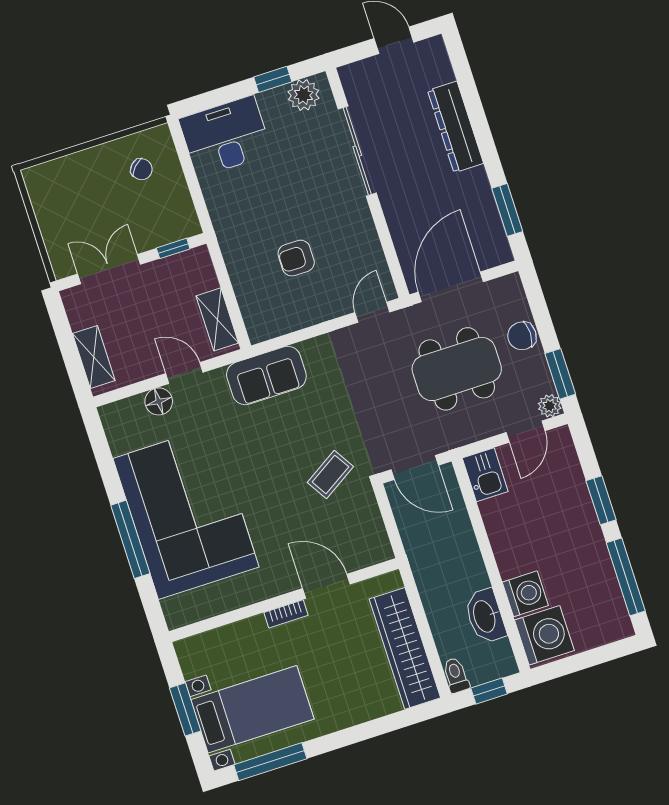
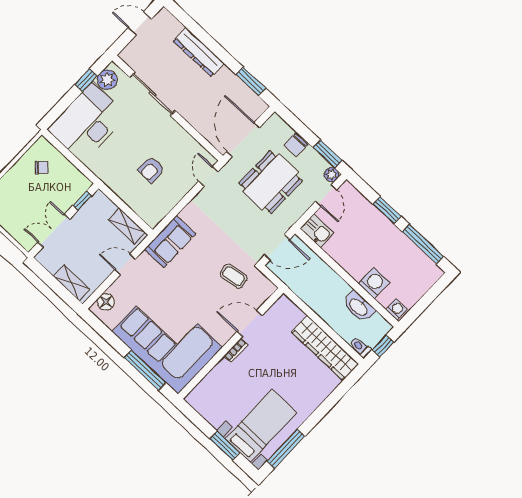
desk: (225, 136) -> (88, 122), width x1.36, depth x1.30
floor lamp: (159, 401) -> (106, 302), moved
coffee table: (330, 474) -> (234, 276), turned -67
door: (326, 586) -> (250, 323), moved
wall: (284, 600) -> (231, 343), moved
bookcase: (286, 614) -> (236, 350), moved
washing machine: (544, 635) -> (397, 309), width x0.53, depth x0.53

